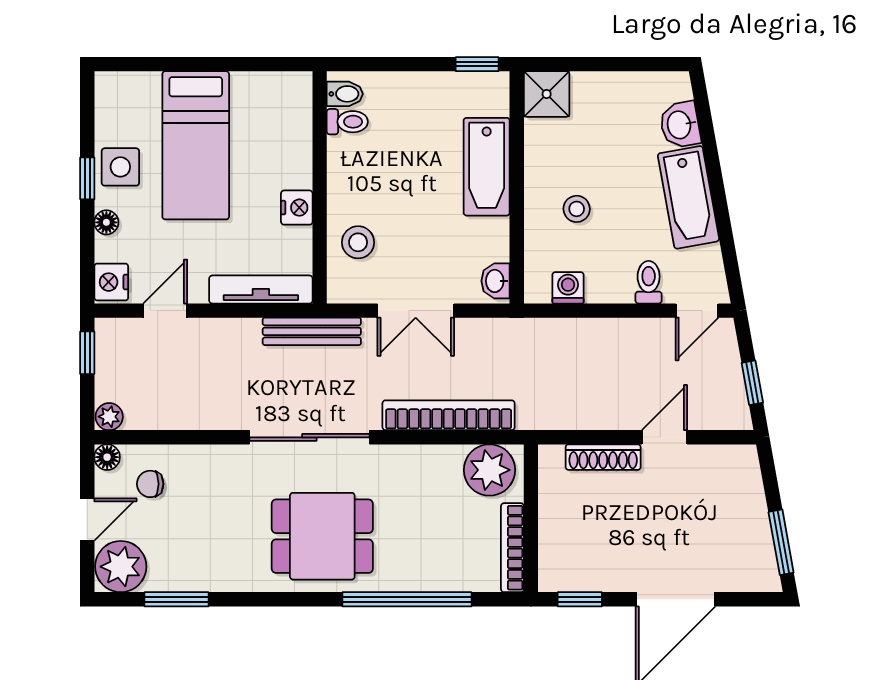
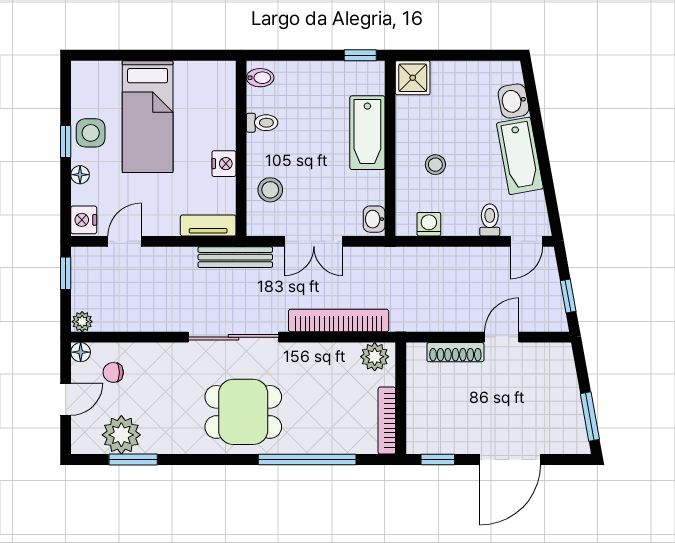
toilet: (347, 122) -> (262, 123), moved
tv unit: (261, 289) -> (208, 225), width x0.71
plant: (489, 470) -> (375, 357), width x0.73, depth x0.73
plant: (121, 567) -> (121, 435), moved

